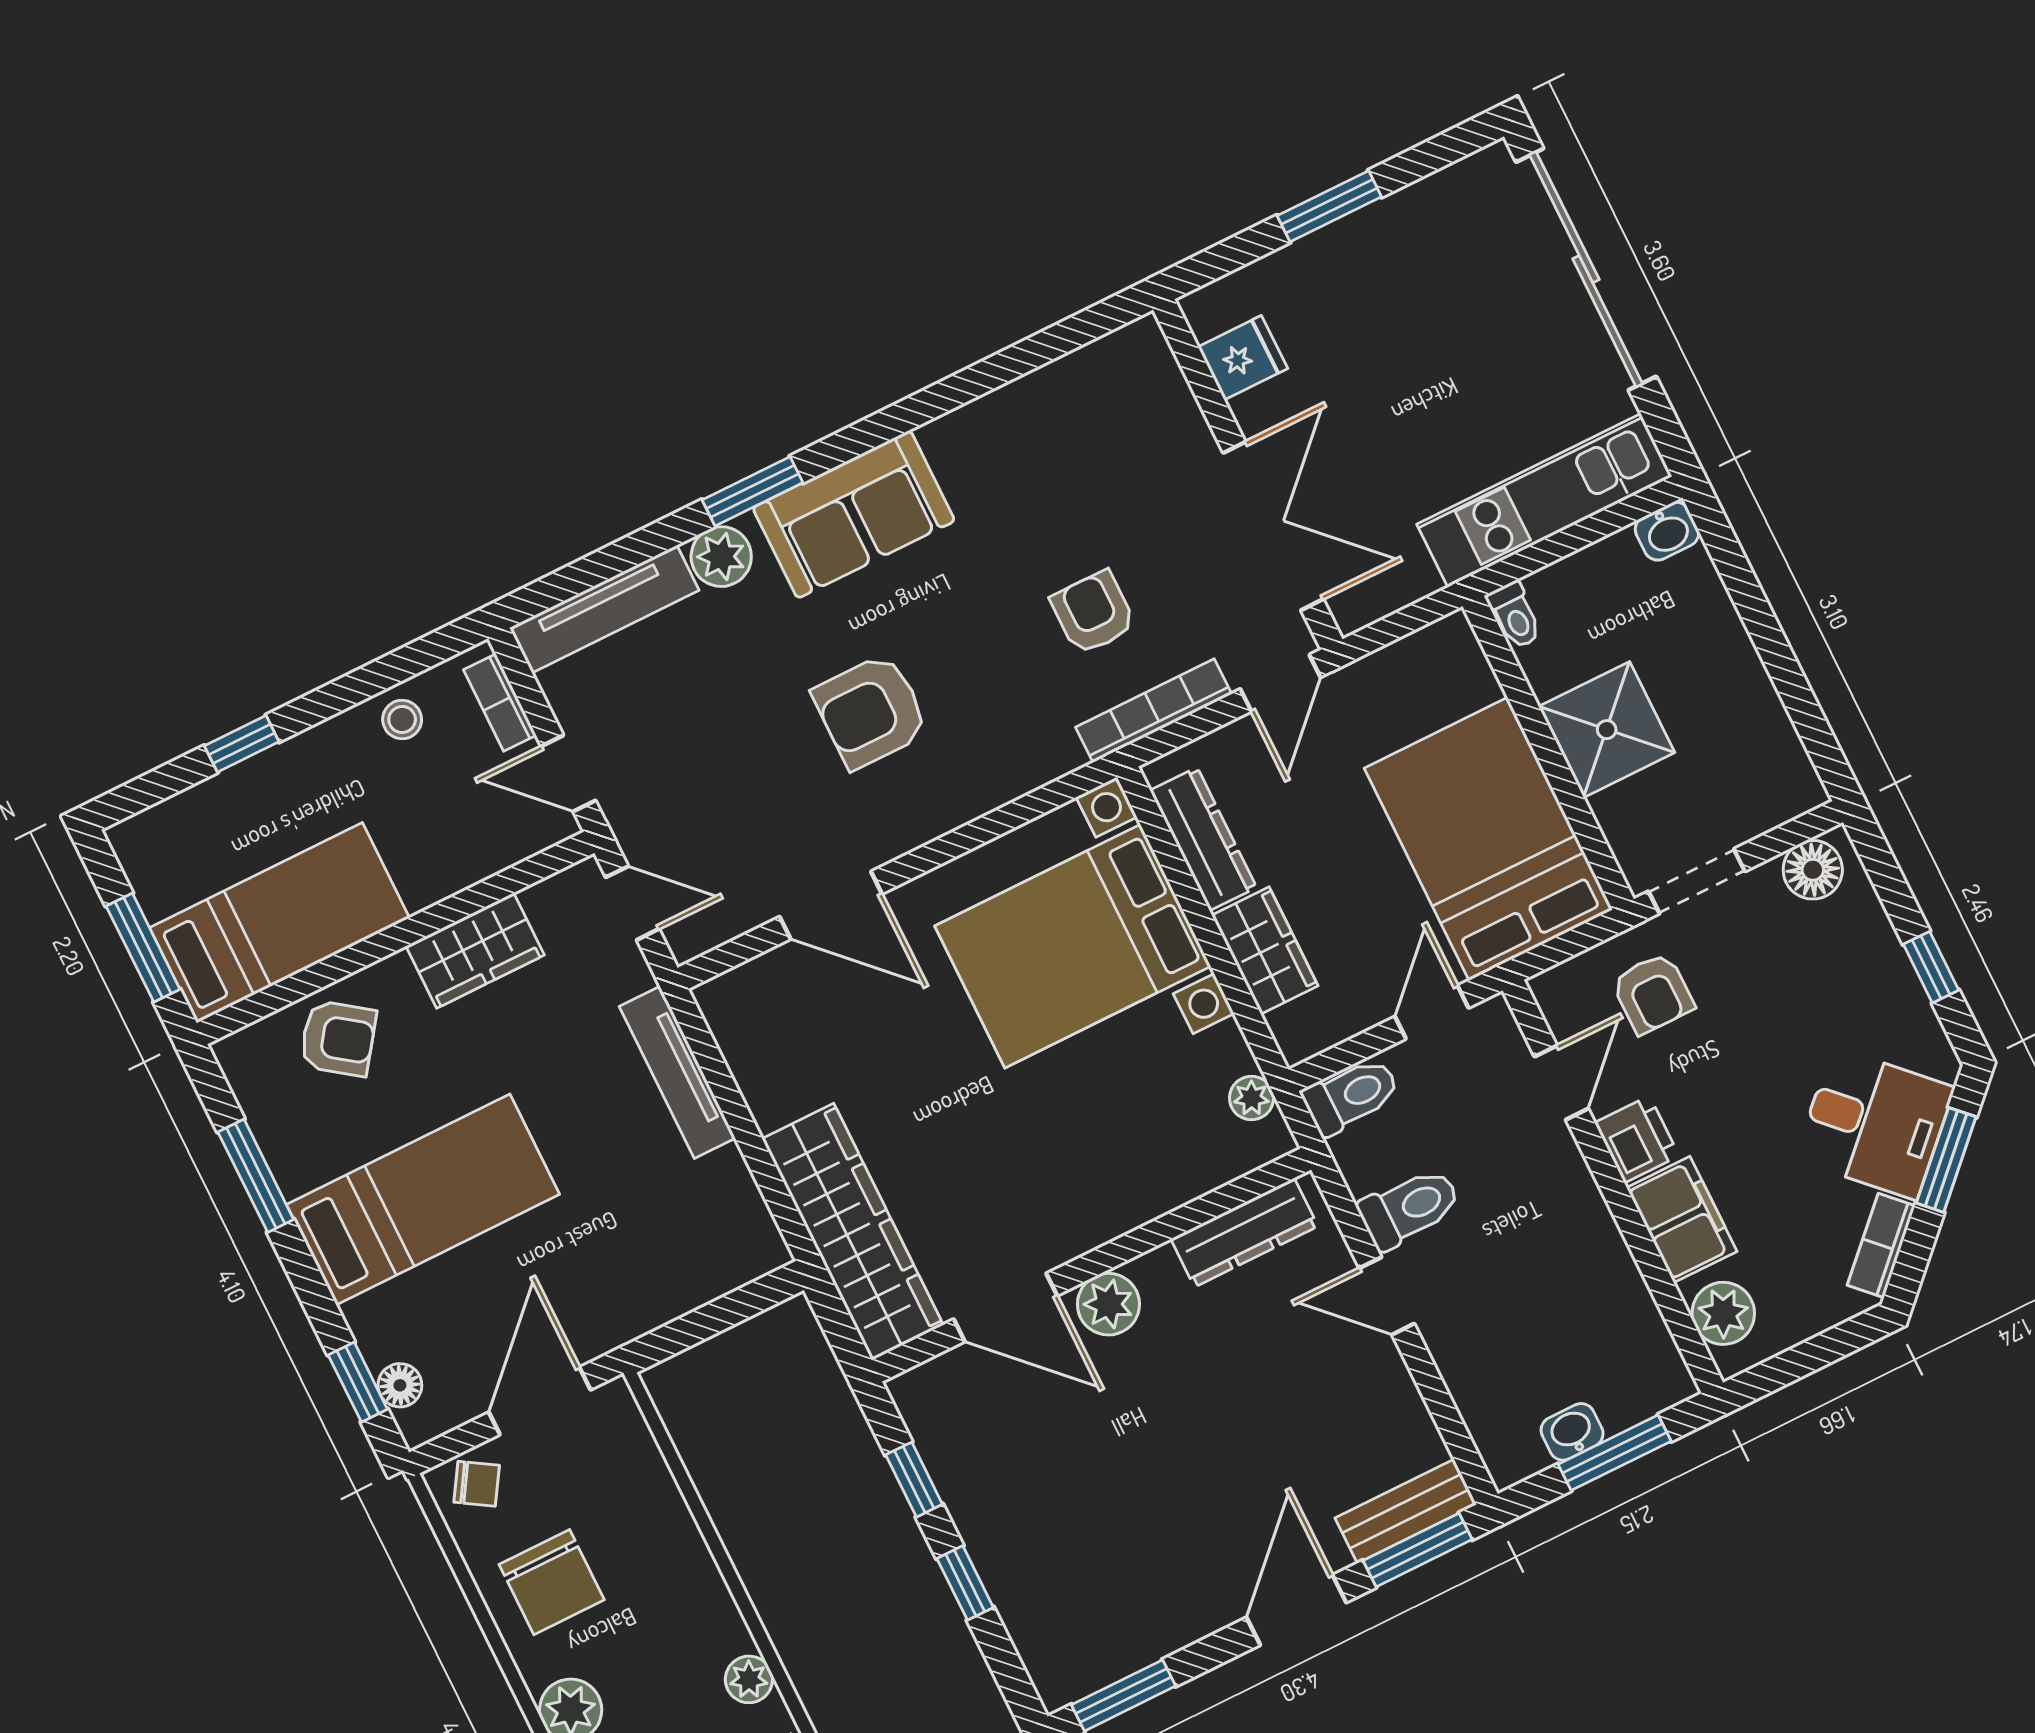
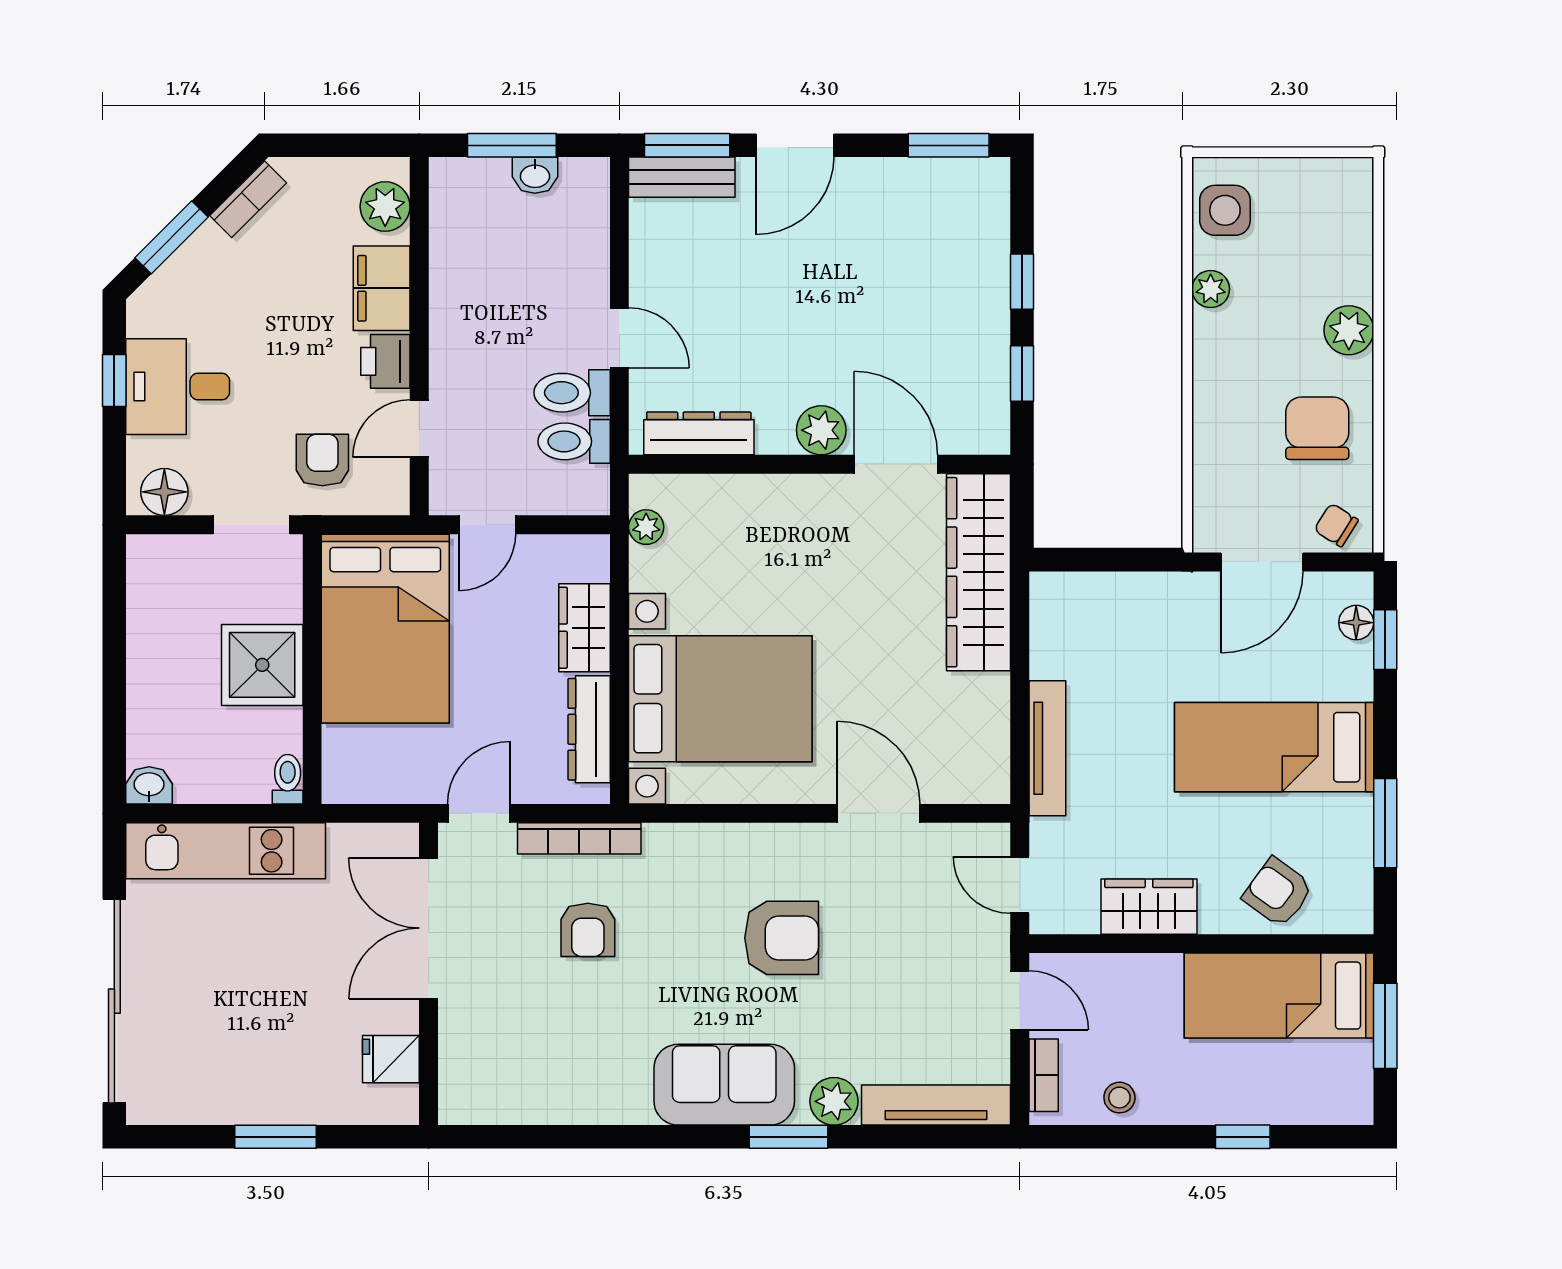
toilet: (1351, 1096) -> (574, 441), moved
desk: (1875, 1123) -> (178, 387), moved, turned -45

